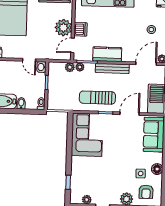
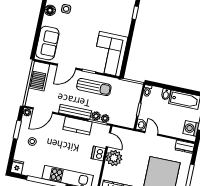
door: (72, 45) -> (108, 140), hinge flipped
plant: (70, 67) -> (96, 116), moved

